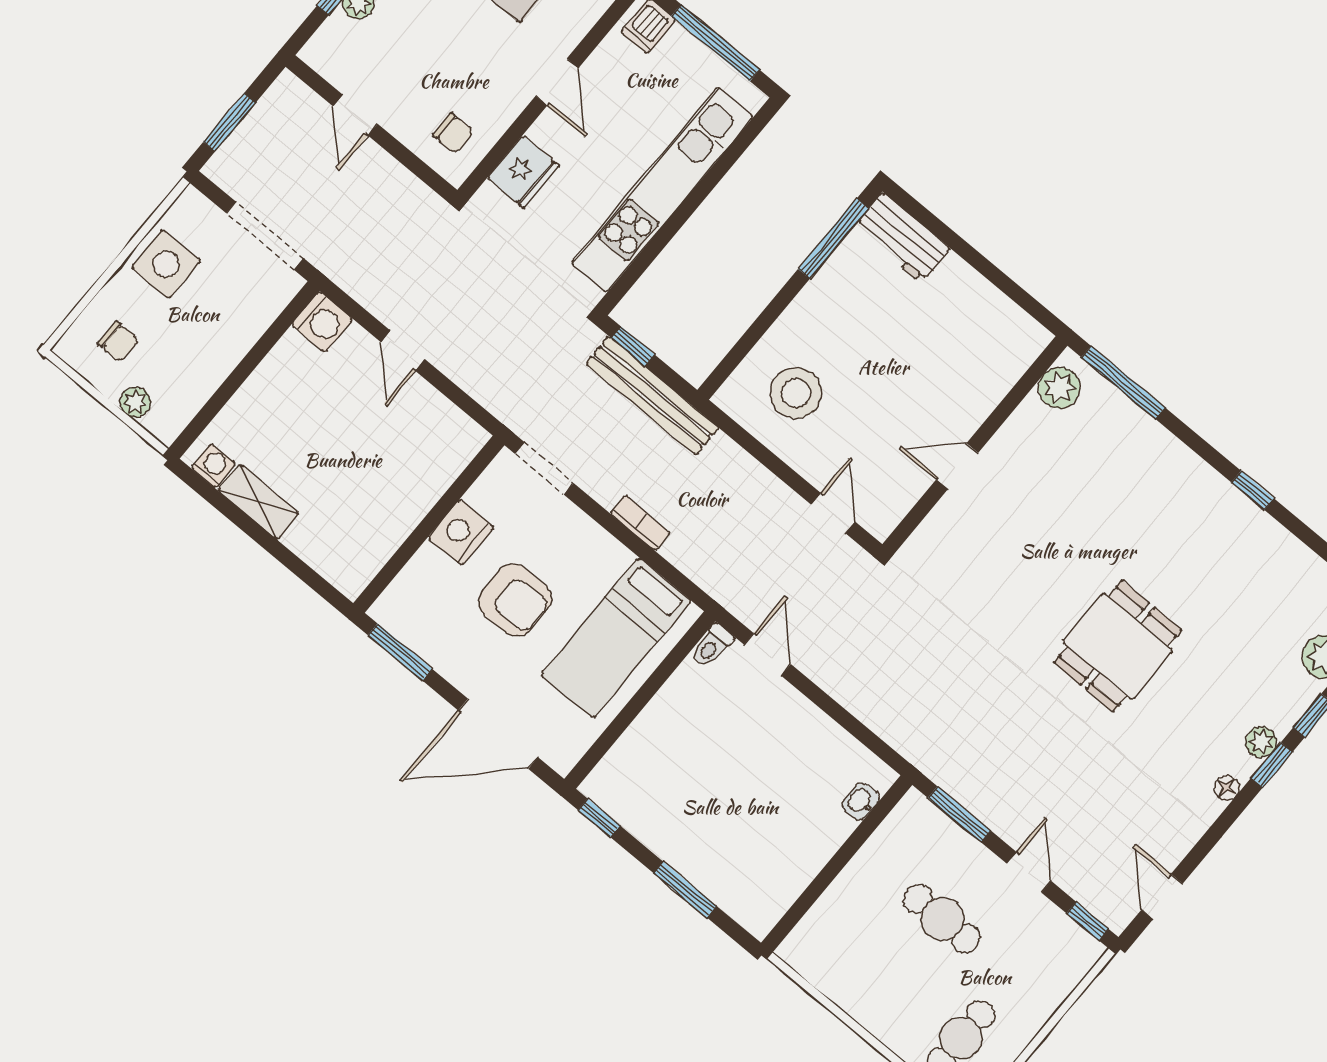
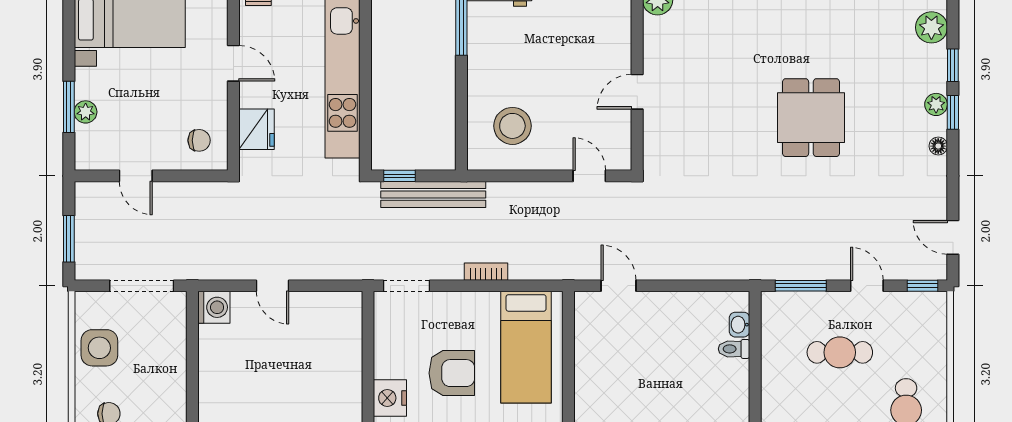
nightstand: (461, 532) -> (390, 398), moved
toilet: (712, 646) -> (734, 349), moved, turned 90

